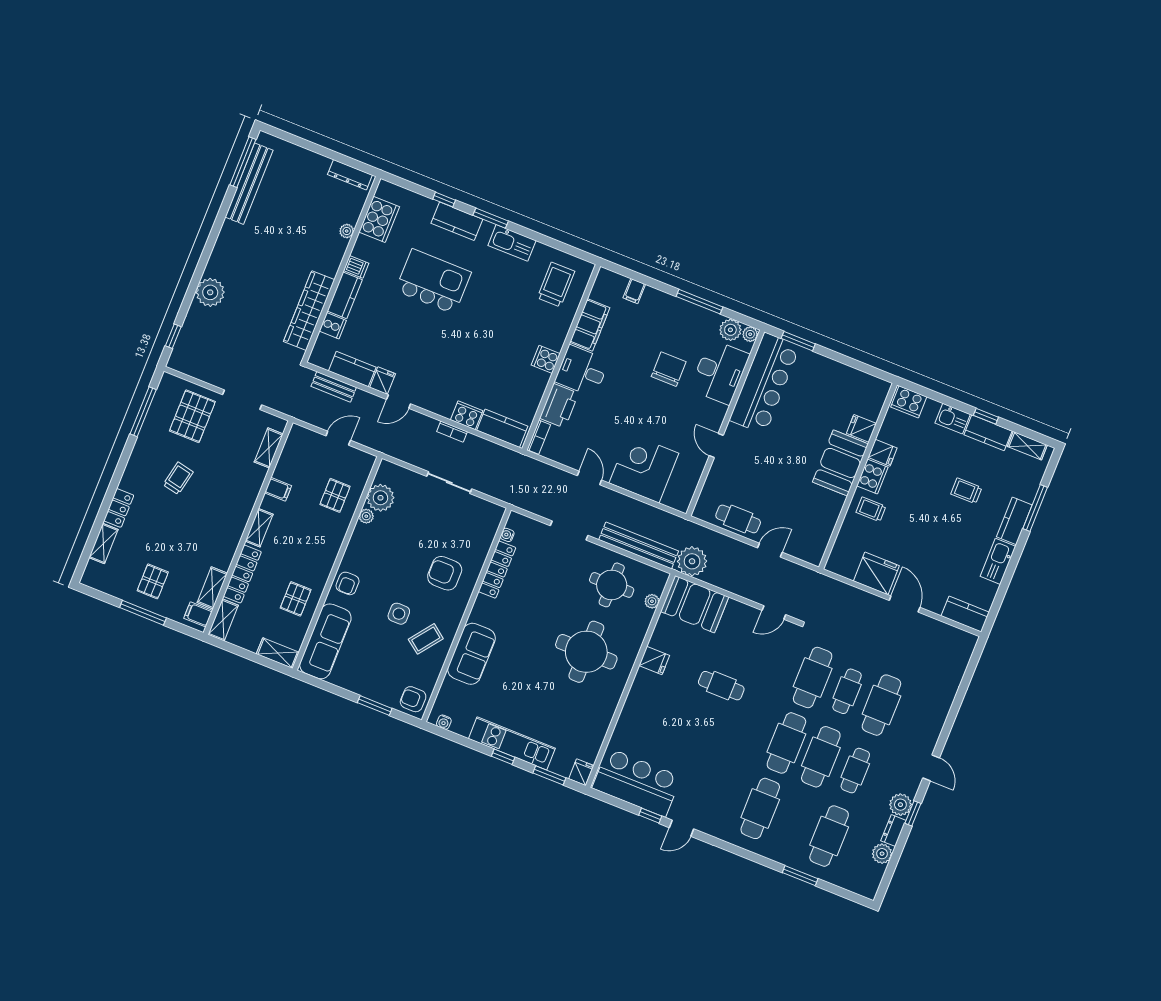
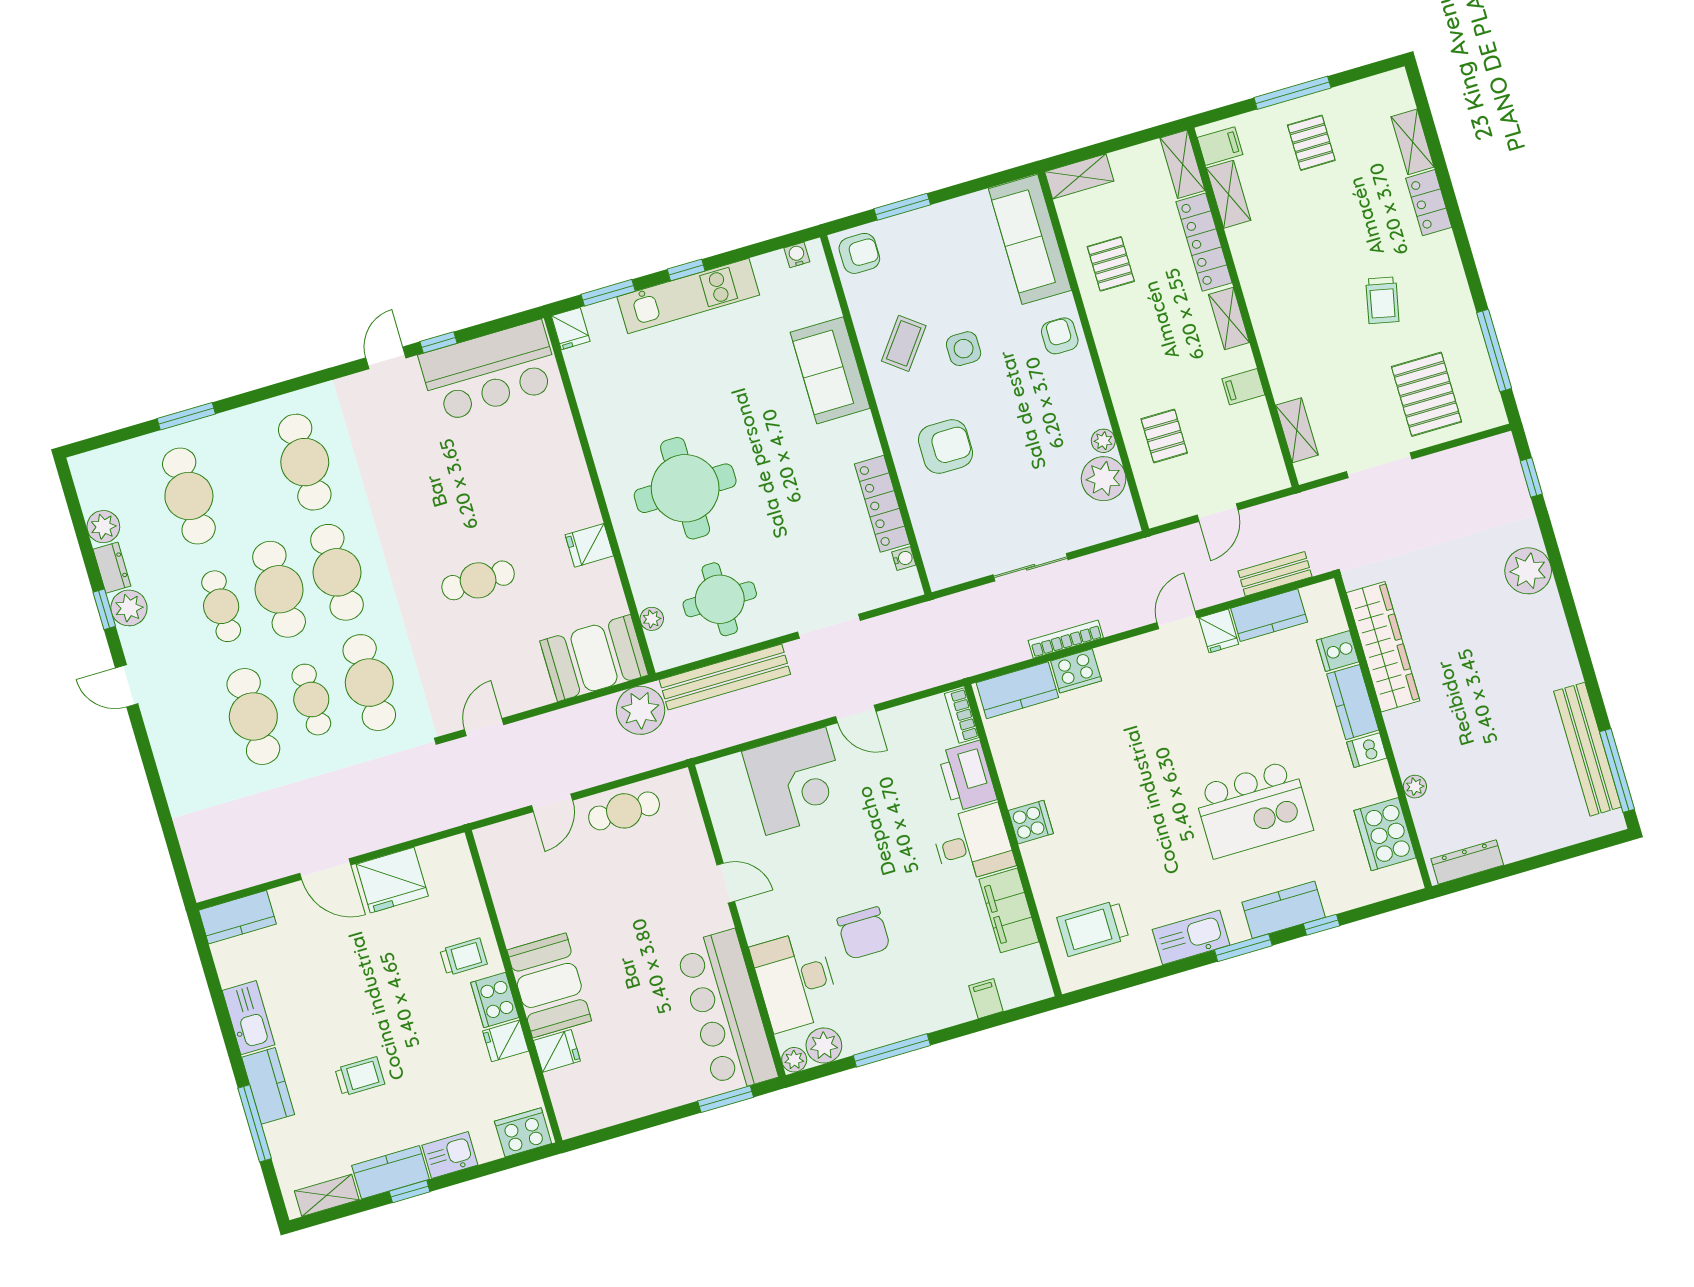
trolley: (556, 285) -> (1093, 928), turned 90
bookcase: (452, 432) -> (1066, 639), width x1.56

